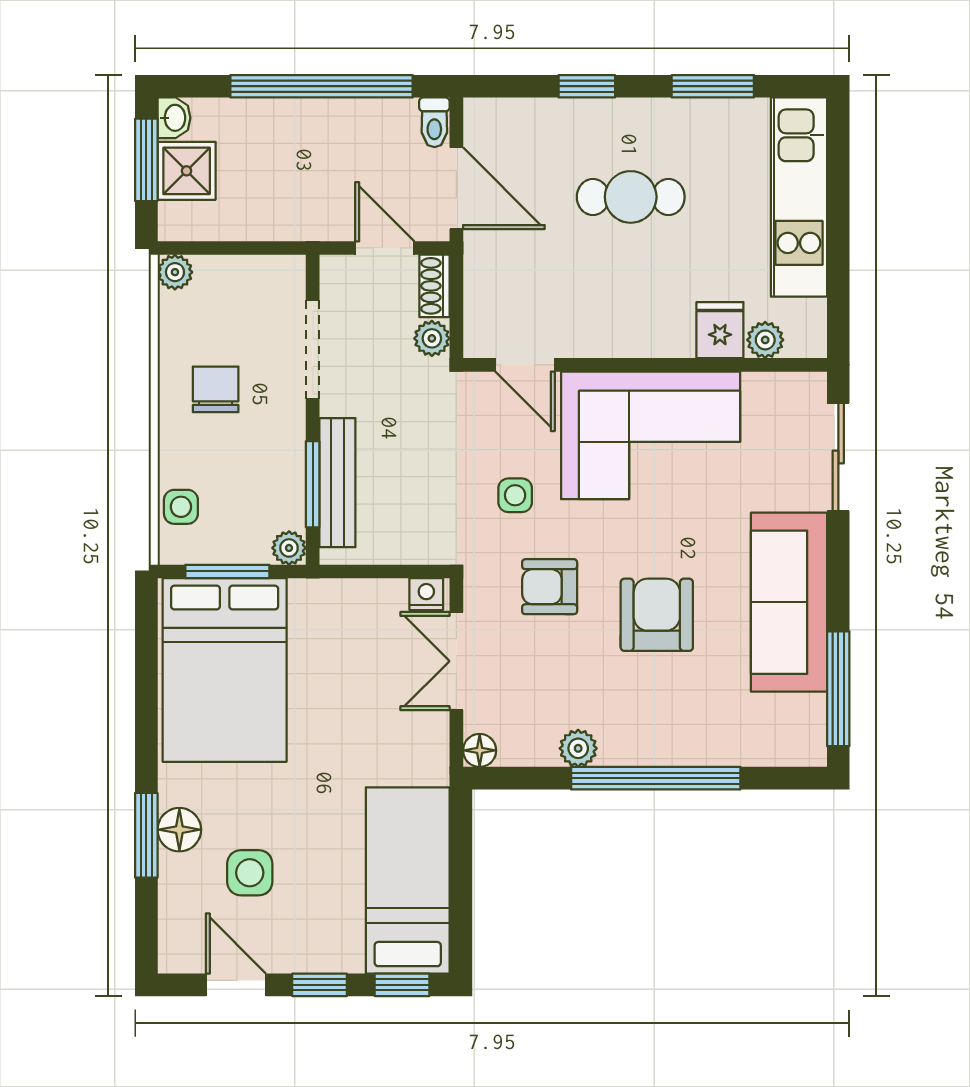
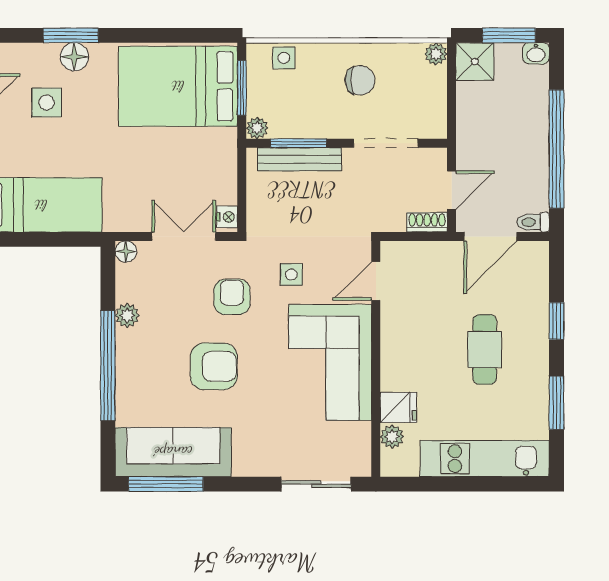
shower: (187, 171) -> (475, 62), moved
plant: (432, 338) -> (393, 221), removed
sofa: (789, 602) -> (173, 452), moved

